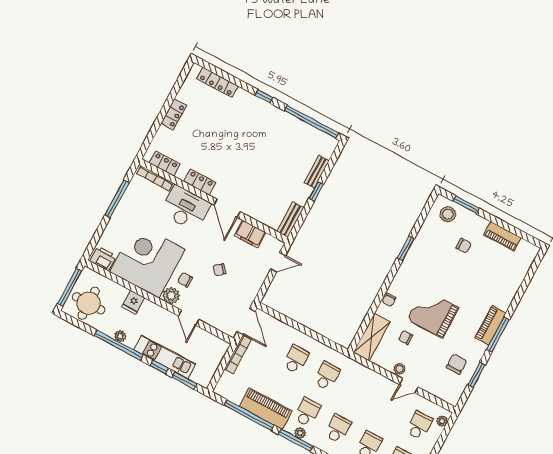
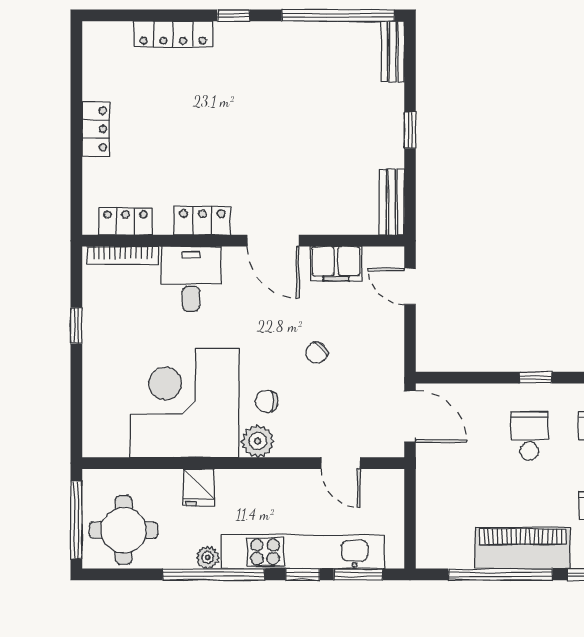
locker: (217, 82) -> (173, 34), moved
bench: (317, 172) -> (393, 51), moved
window: (117, 199) -> (76, 326), width x0.46
desk: (185, 208) -> (191, 279), width x0.73
printer: (103, 258) -> (107, 440), removed
door: (278, 262) -> (410, 286), swing flipped
door: (189, 318) -> (341, 463), moved
window: (313, 334) -> (536, 378), added
bookcase: (238, 354) -> (425, 481), removed
kitchen unit: (165, 357) -> (303, 552), width x1.36

